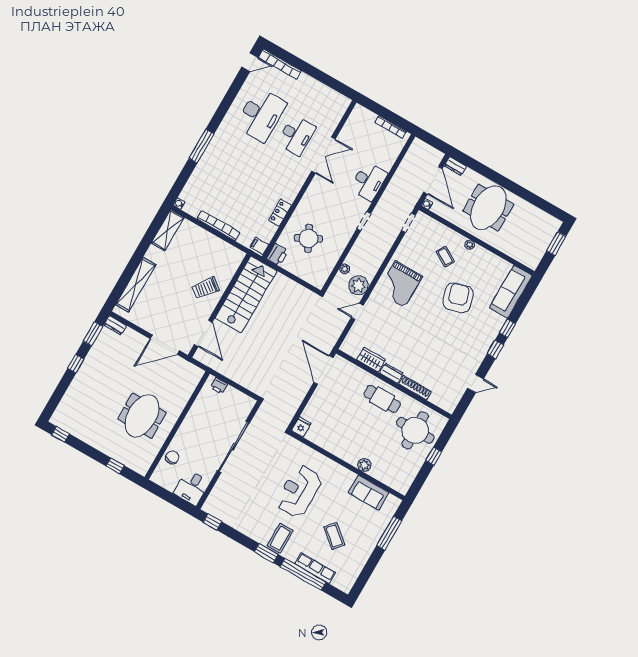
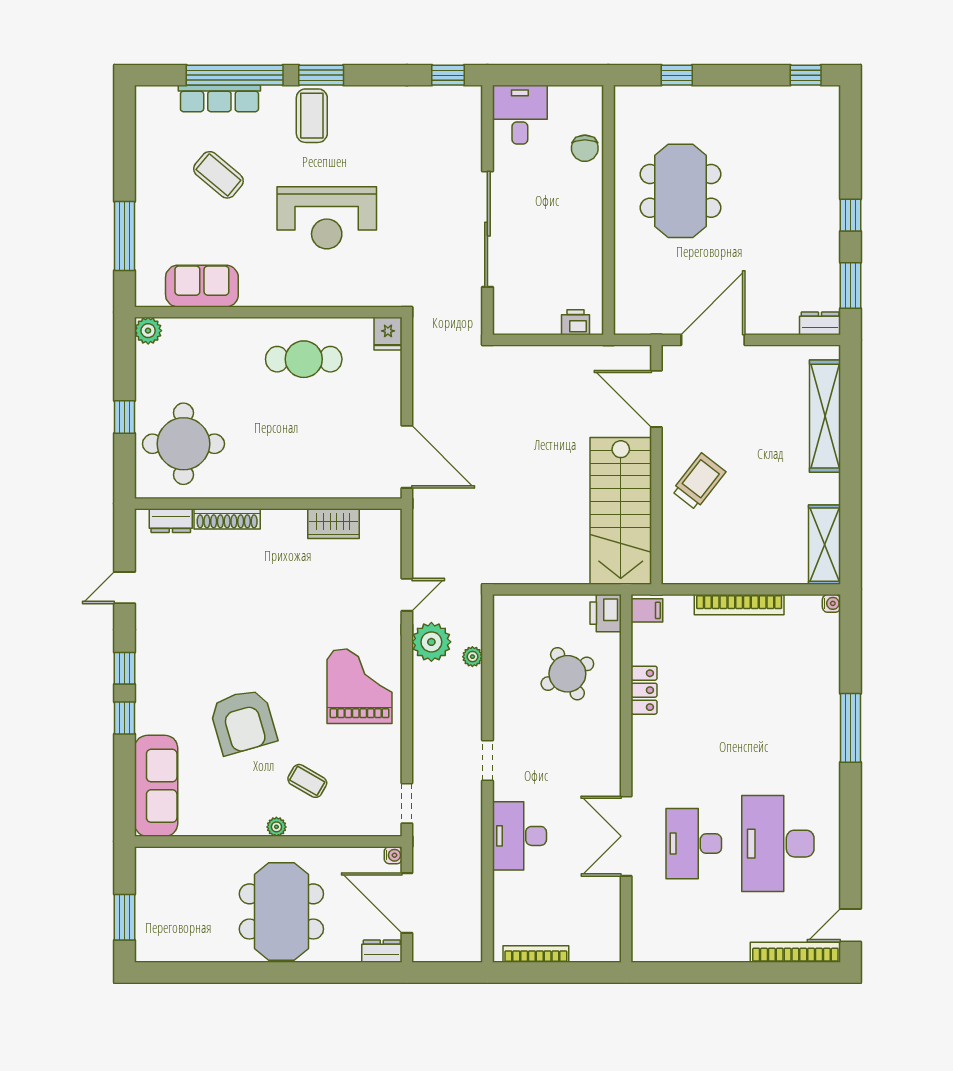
dresser: (392, 373) -> (171, 521), moved
cafe table: (382, 399) -> (304, 359), moved
plant: (364, 465) -> (148, 331), moved
reception desk: (299, 491) -> (327, 218), turned 90

